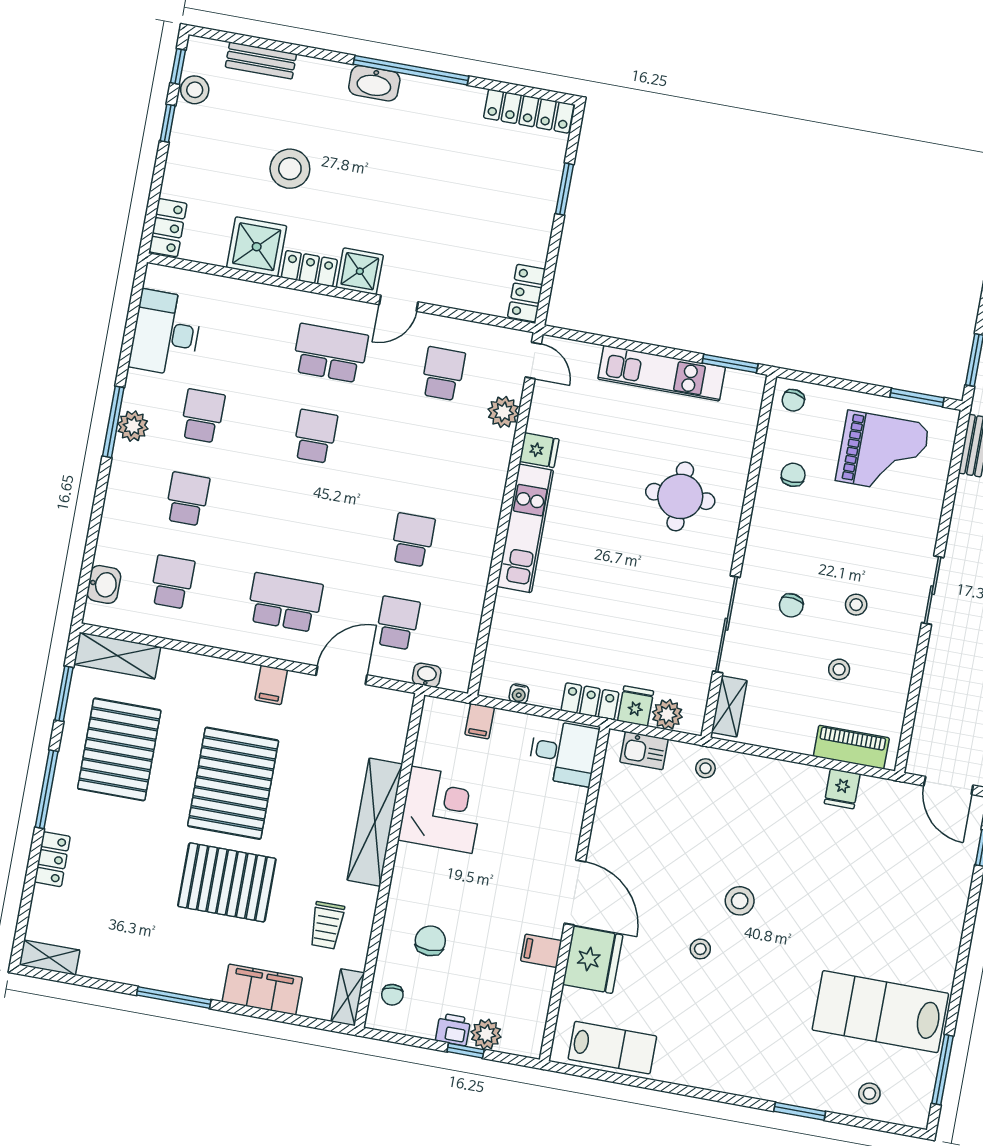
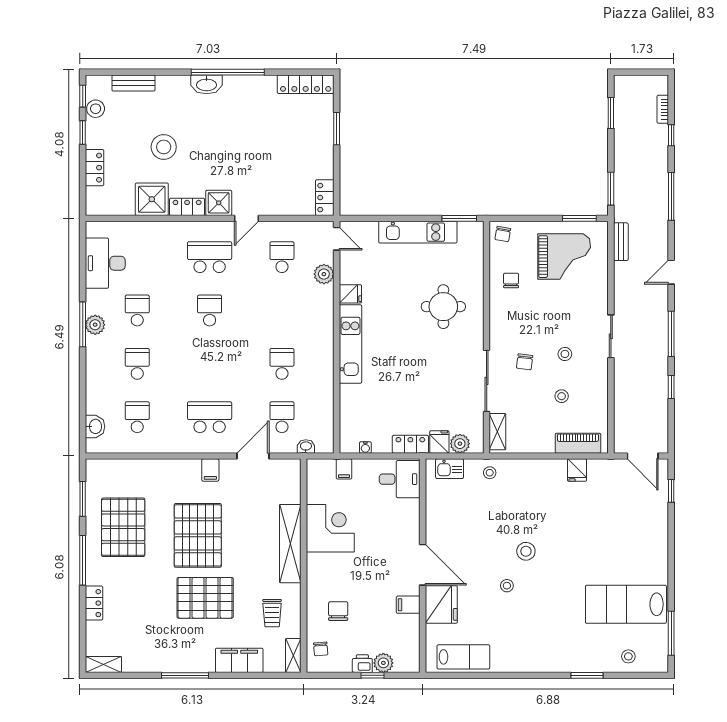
locker: (168, 228) -> (94, 168), moved
shelving: (117, 656) -> (111, 469), removed

